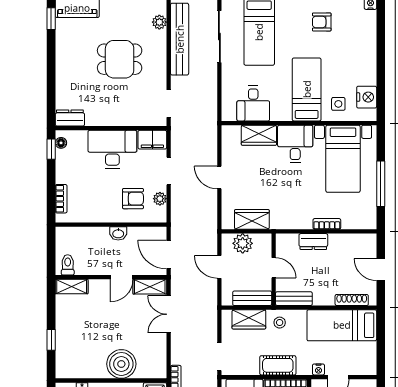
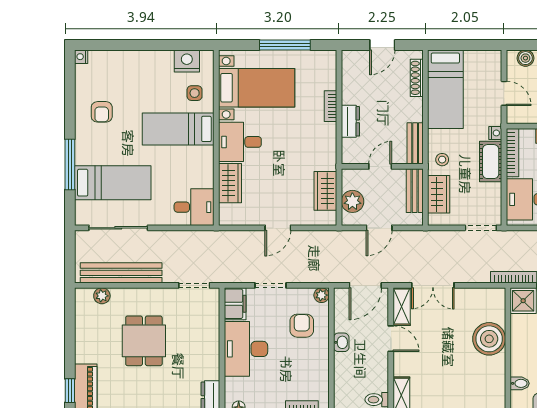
desk: (253, 104) -> (194, 207), moved
plant: (160, 199) -> (322, 295), moved
nightstand: (318, 369) -> (495, 133), moved

